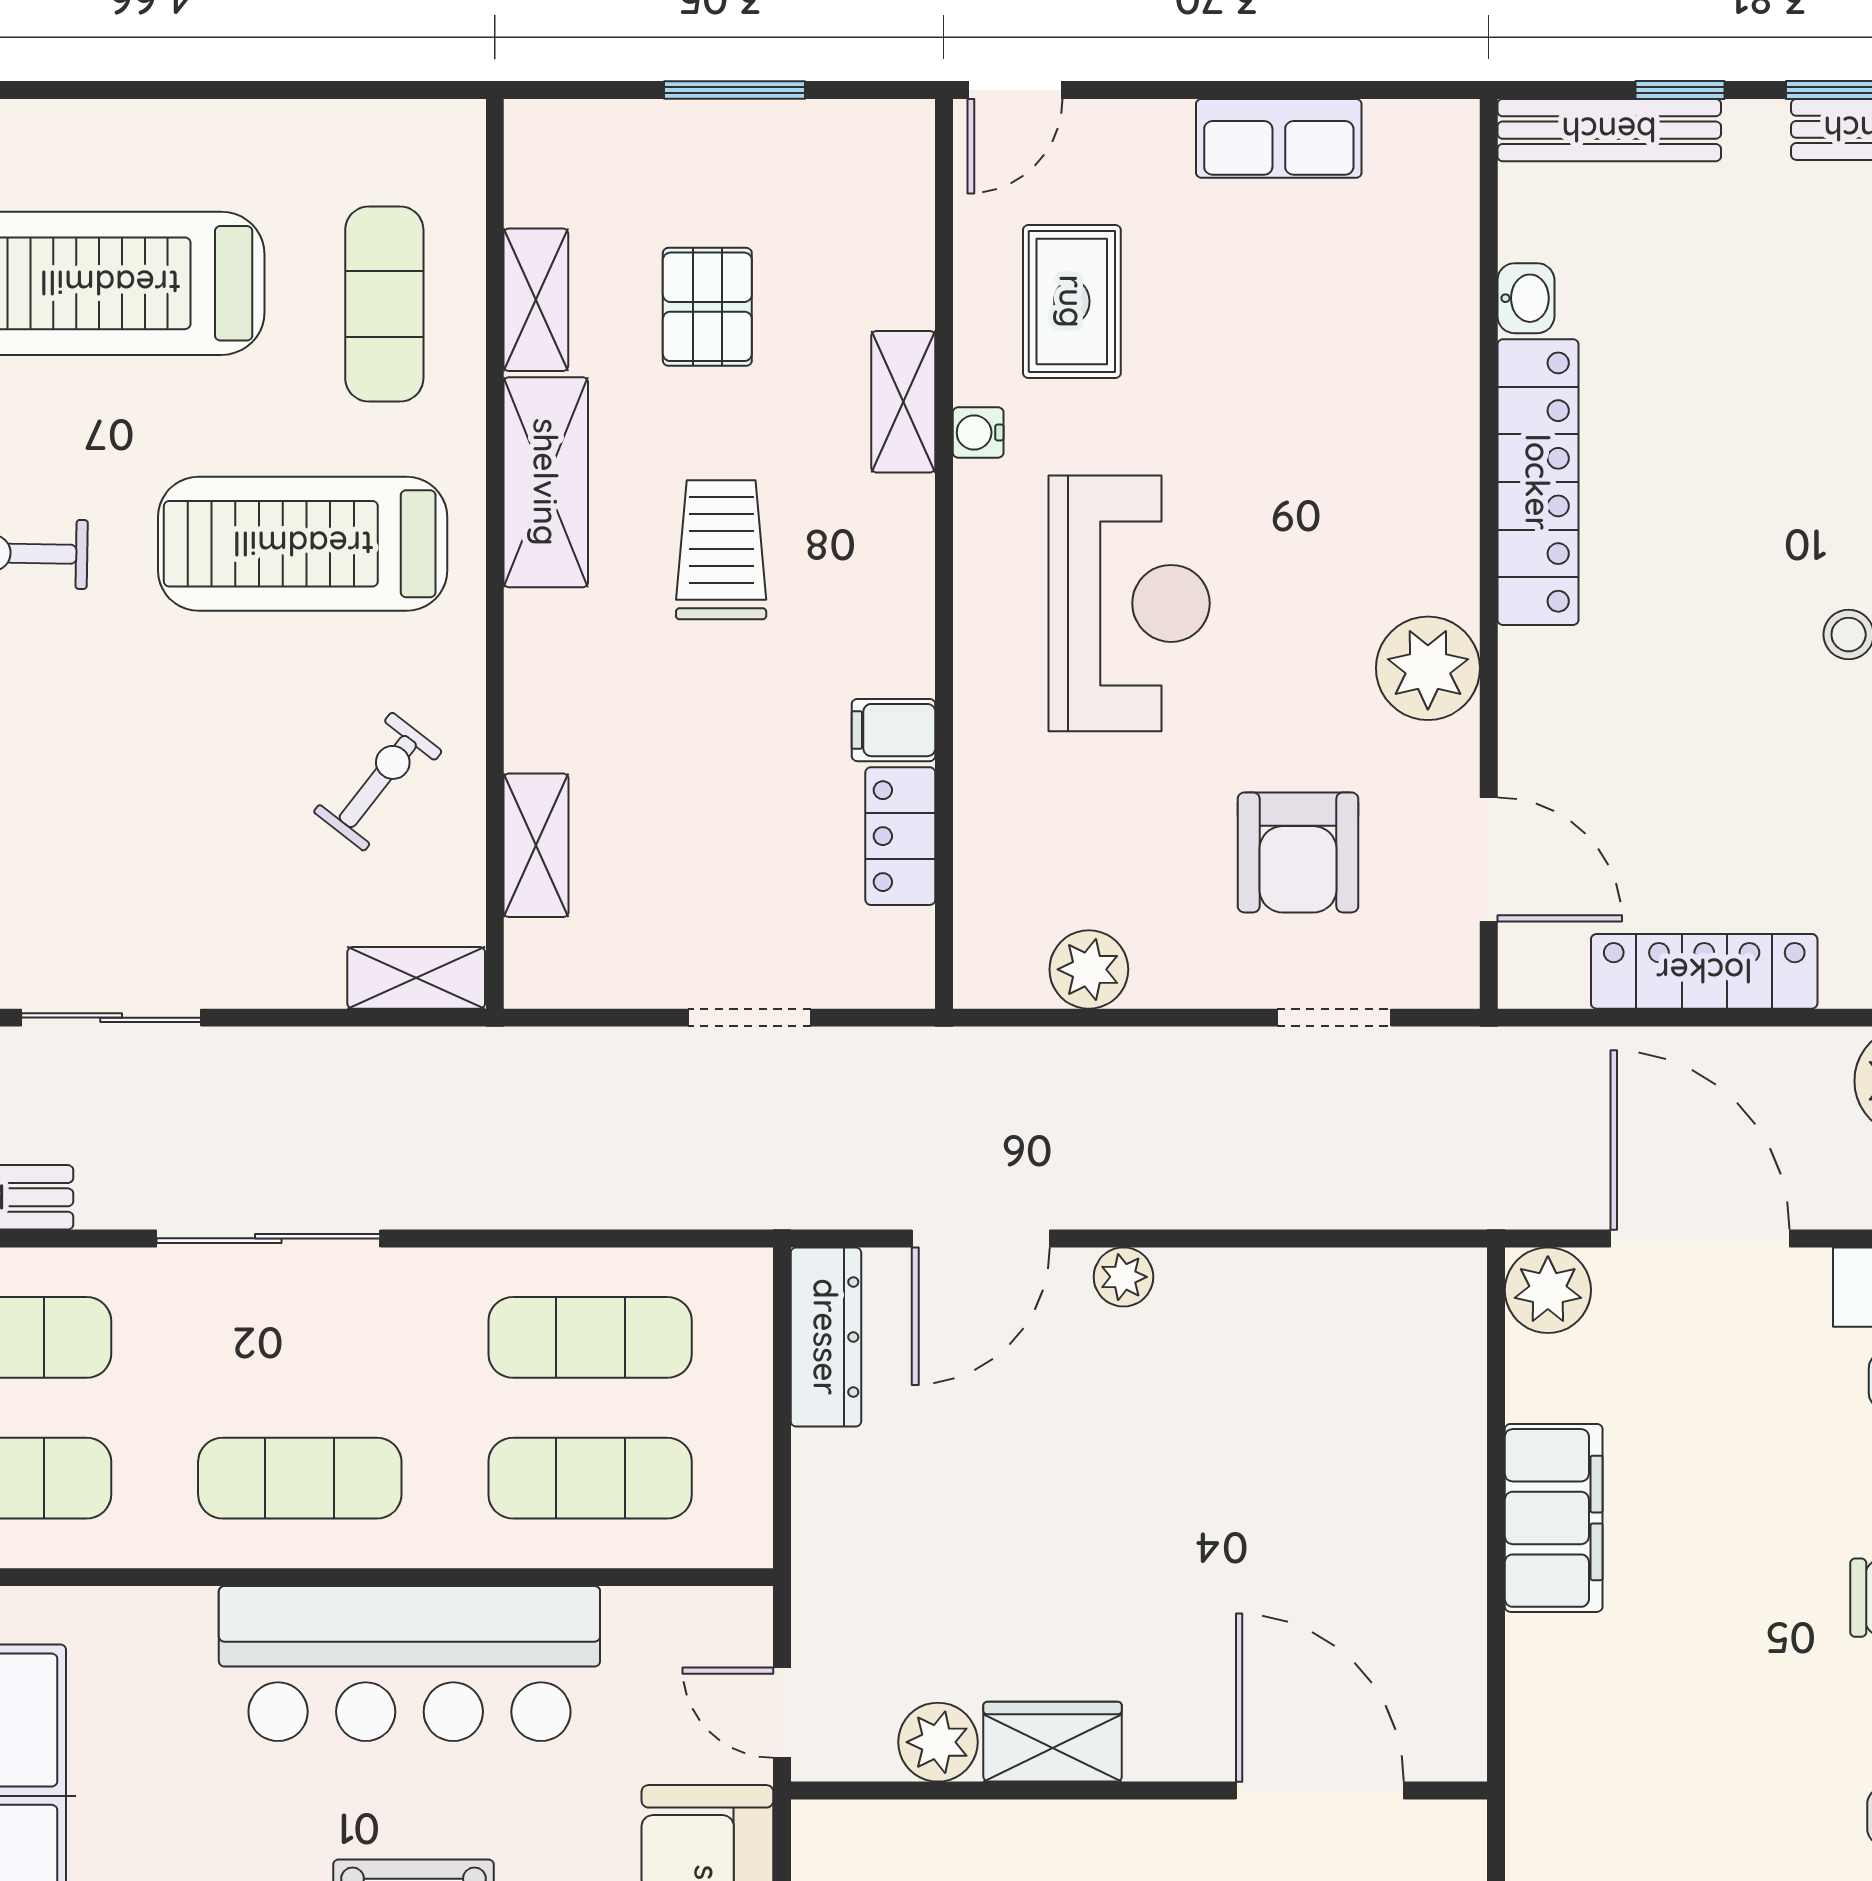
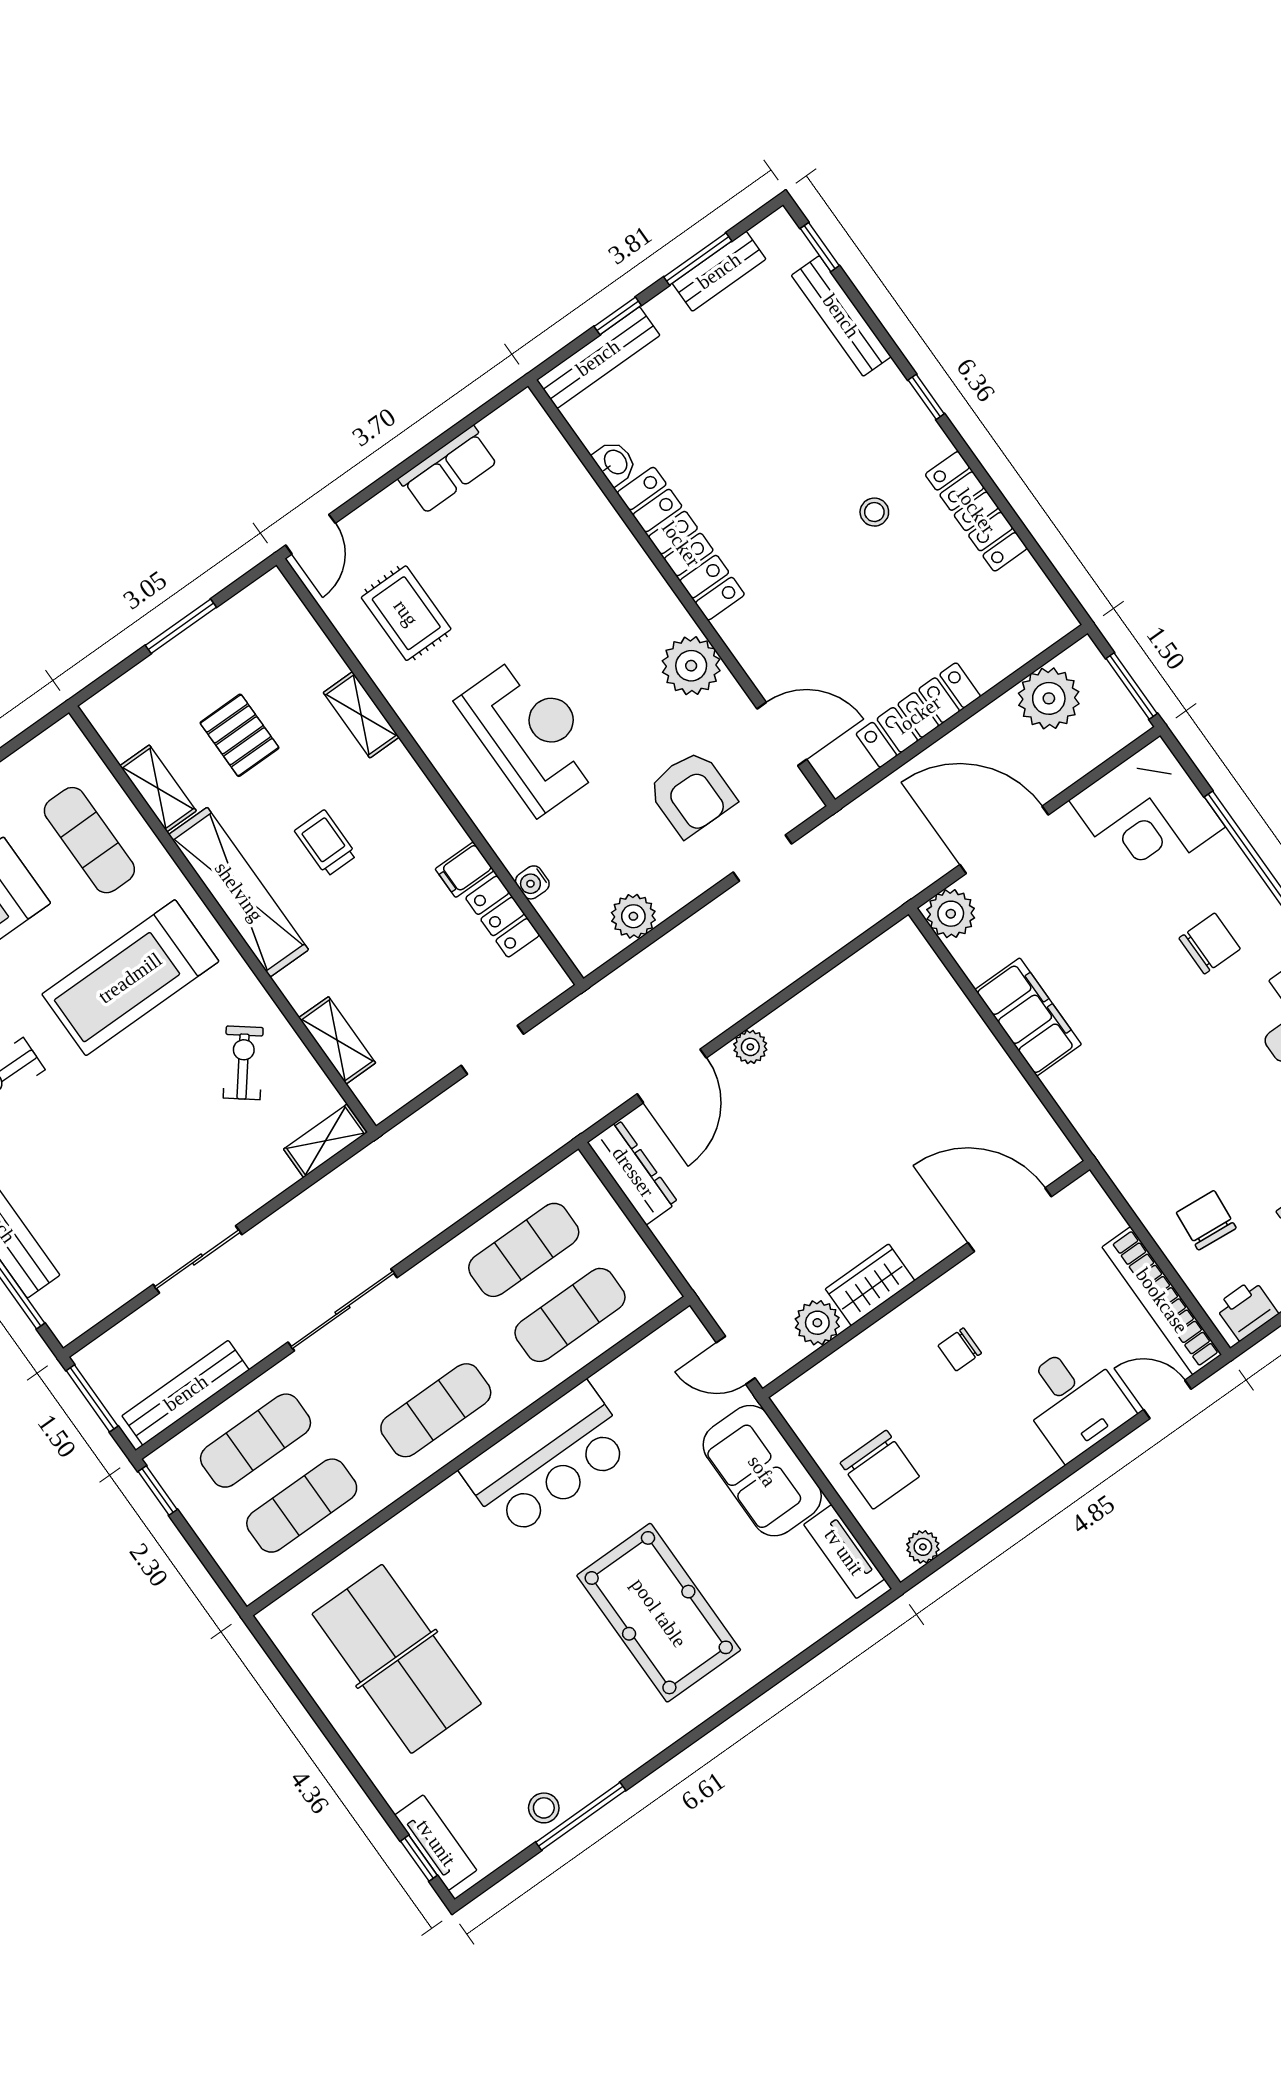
water cooler: (978, 432) -> (532, 882), moved
shelving: (546, 482) -> (239, 892), width x1.47
trolley: (721, 550) -> (326, 843), width x0.73, depth x0.72
bar counter: (409, 1664) -> (547, 1460), width x0.73

